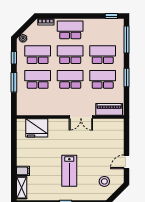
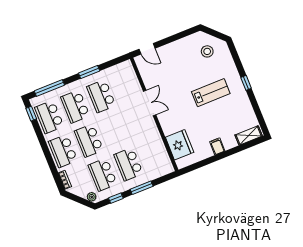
school desk: (70, 79) -> (49, 117), moved
piano: (109, 109) -> (130, 77), removed
door: (126, 162) -> (147, 49), moved
filing cabinet: (23, 171) -> (217, 146), moved

